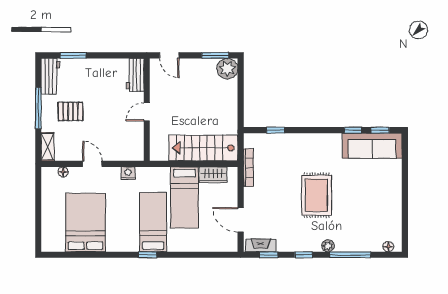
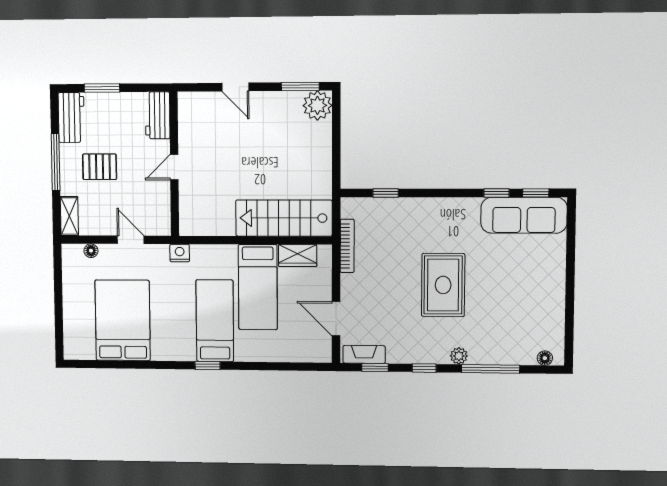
workbench: (135, 75) -> (158, 115), moved
wall: (147, 110) -> (174, 164), moved
door: (147, 112) -> (174, 167), moved

